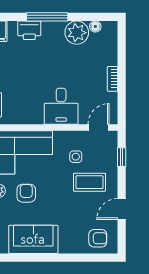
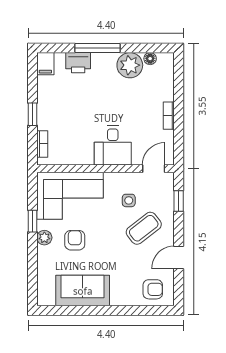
coffee table: (89, 182) -> (144, 228), turned -38

